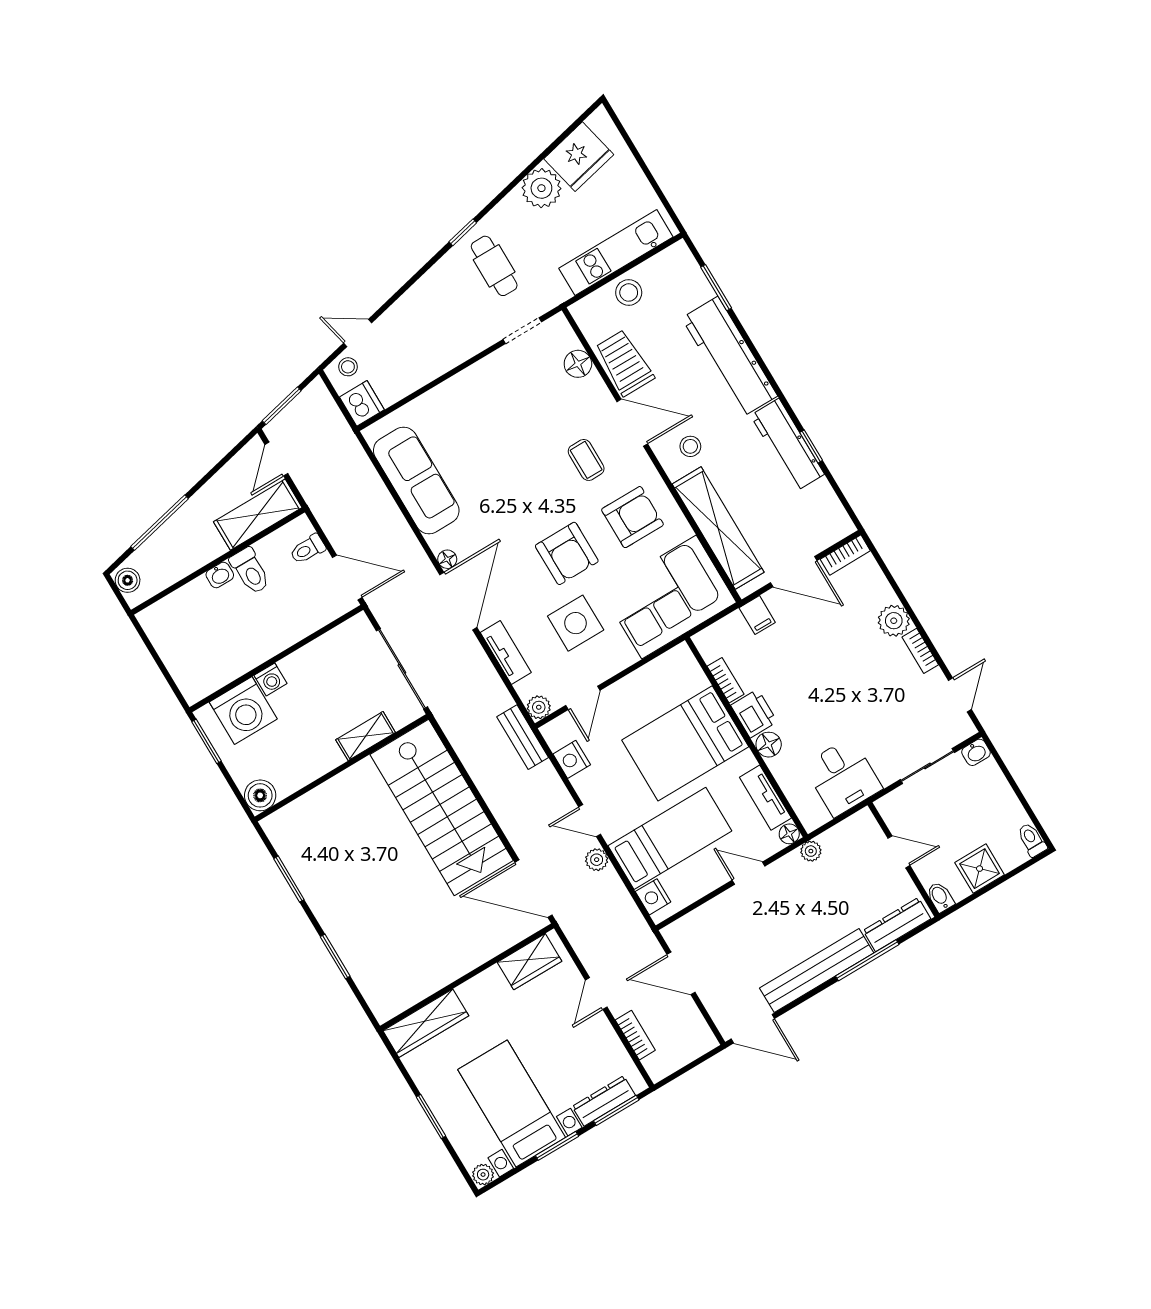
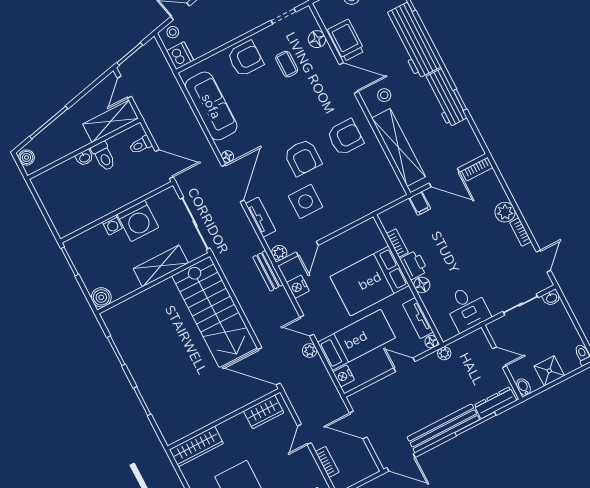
armchair: (466, 402) -> (245, 59), added
coffee table: (586, 460) -> (287, 64), moved
corner sofa: (669, 597) -> (365, 189), removed
washing machine: (243, 711) -> (138, 221), moved
shelving: (366, 736) -> (161, 266), width x1.50, depth x1.33

